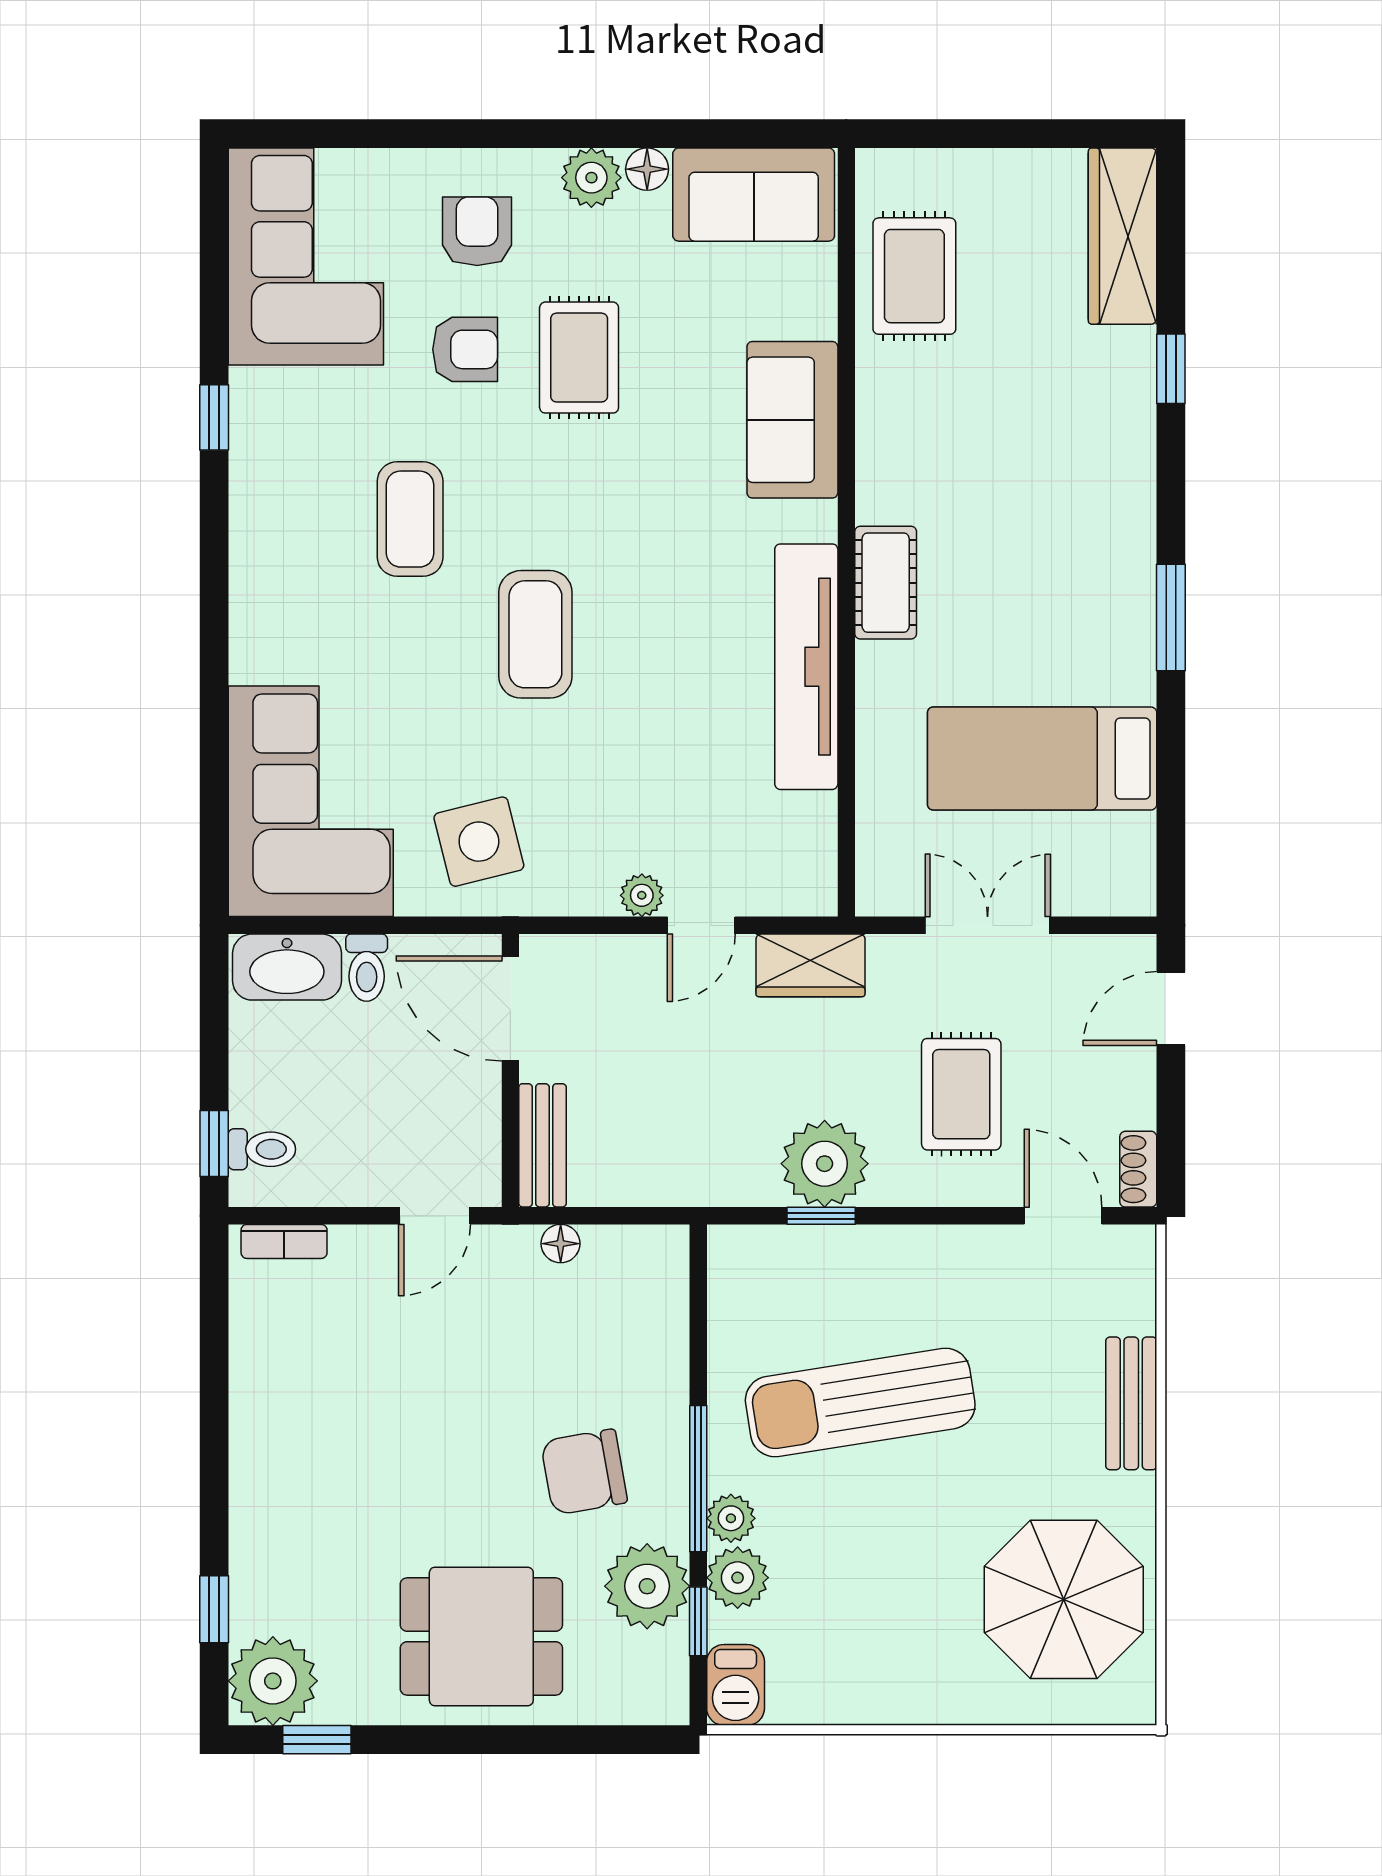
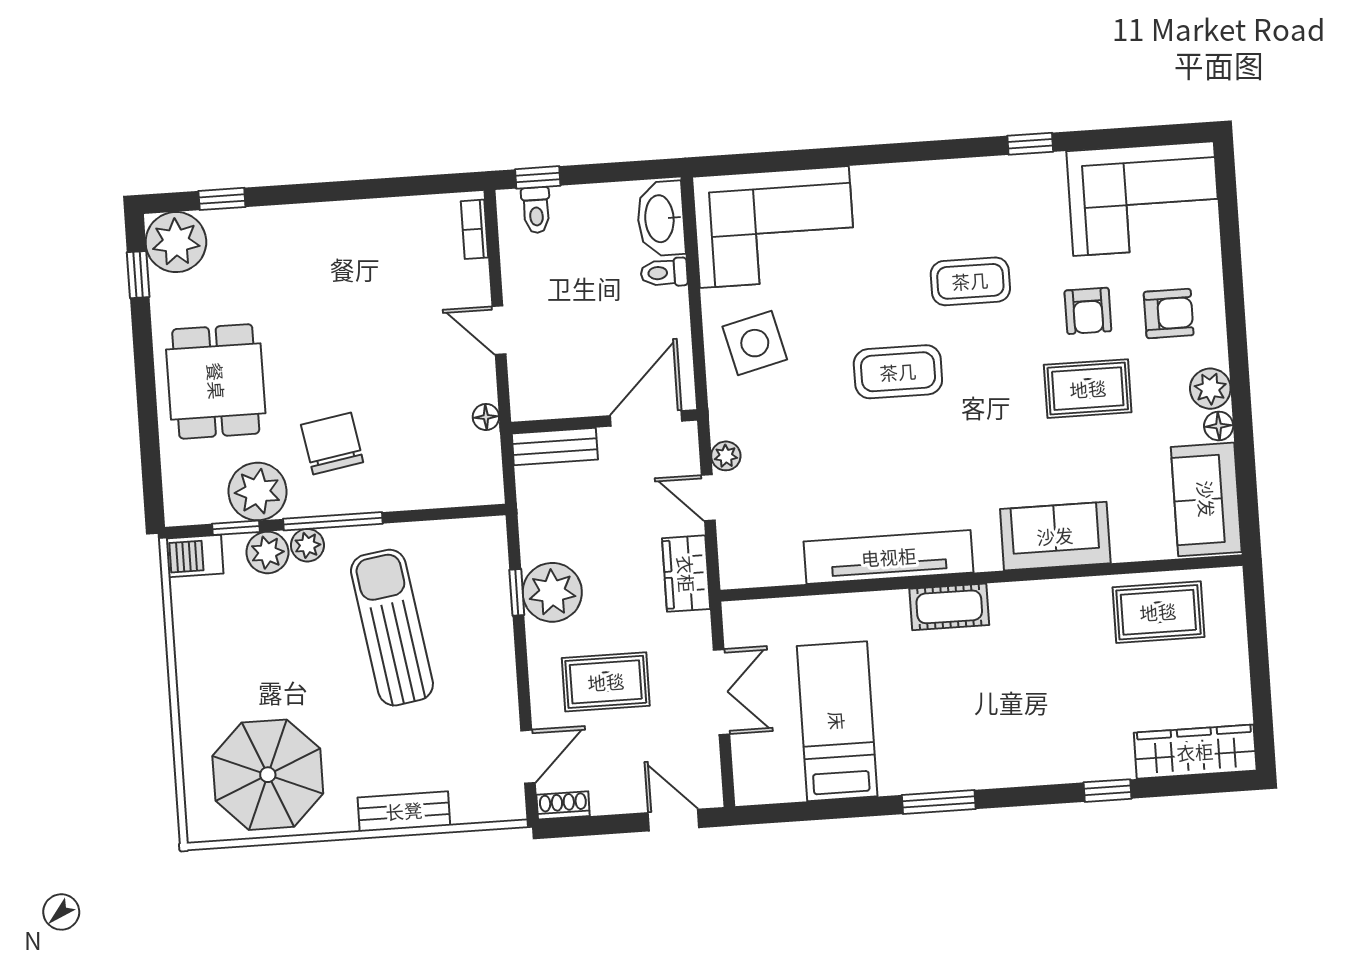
door: (510, 1009) -> (646, 418), moved
wall: (510, 1070) -> (604, 421), moved
bench: (542, 1145) -> (555, 447), moved

